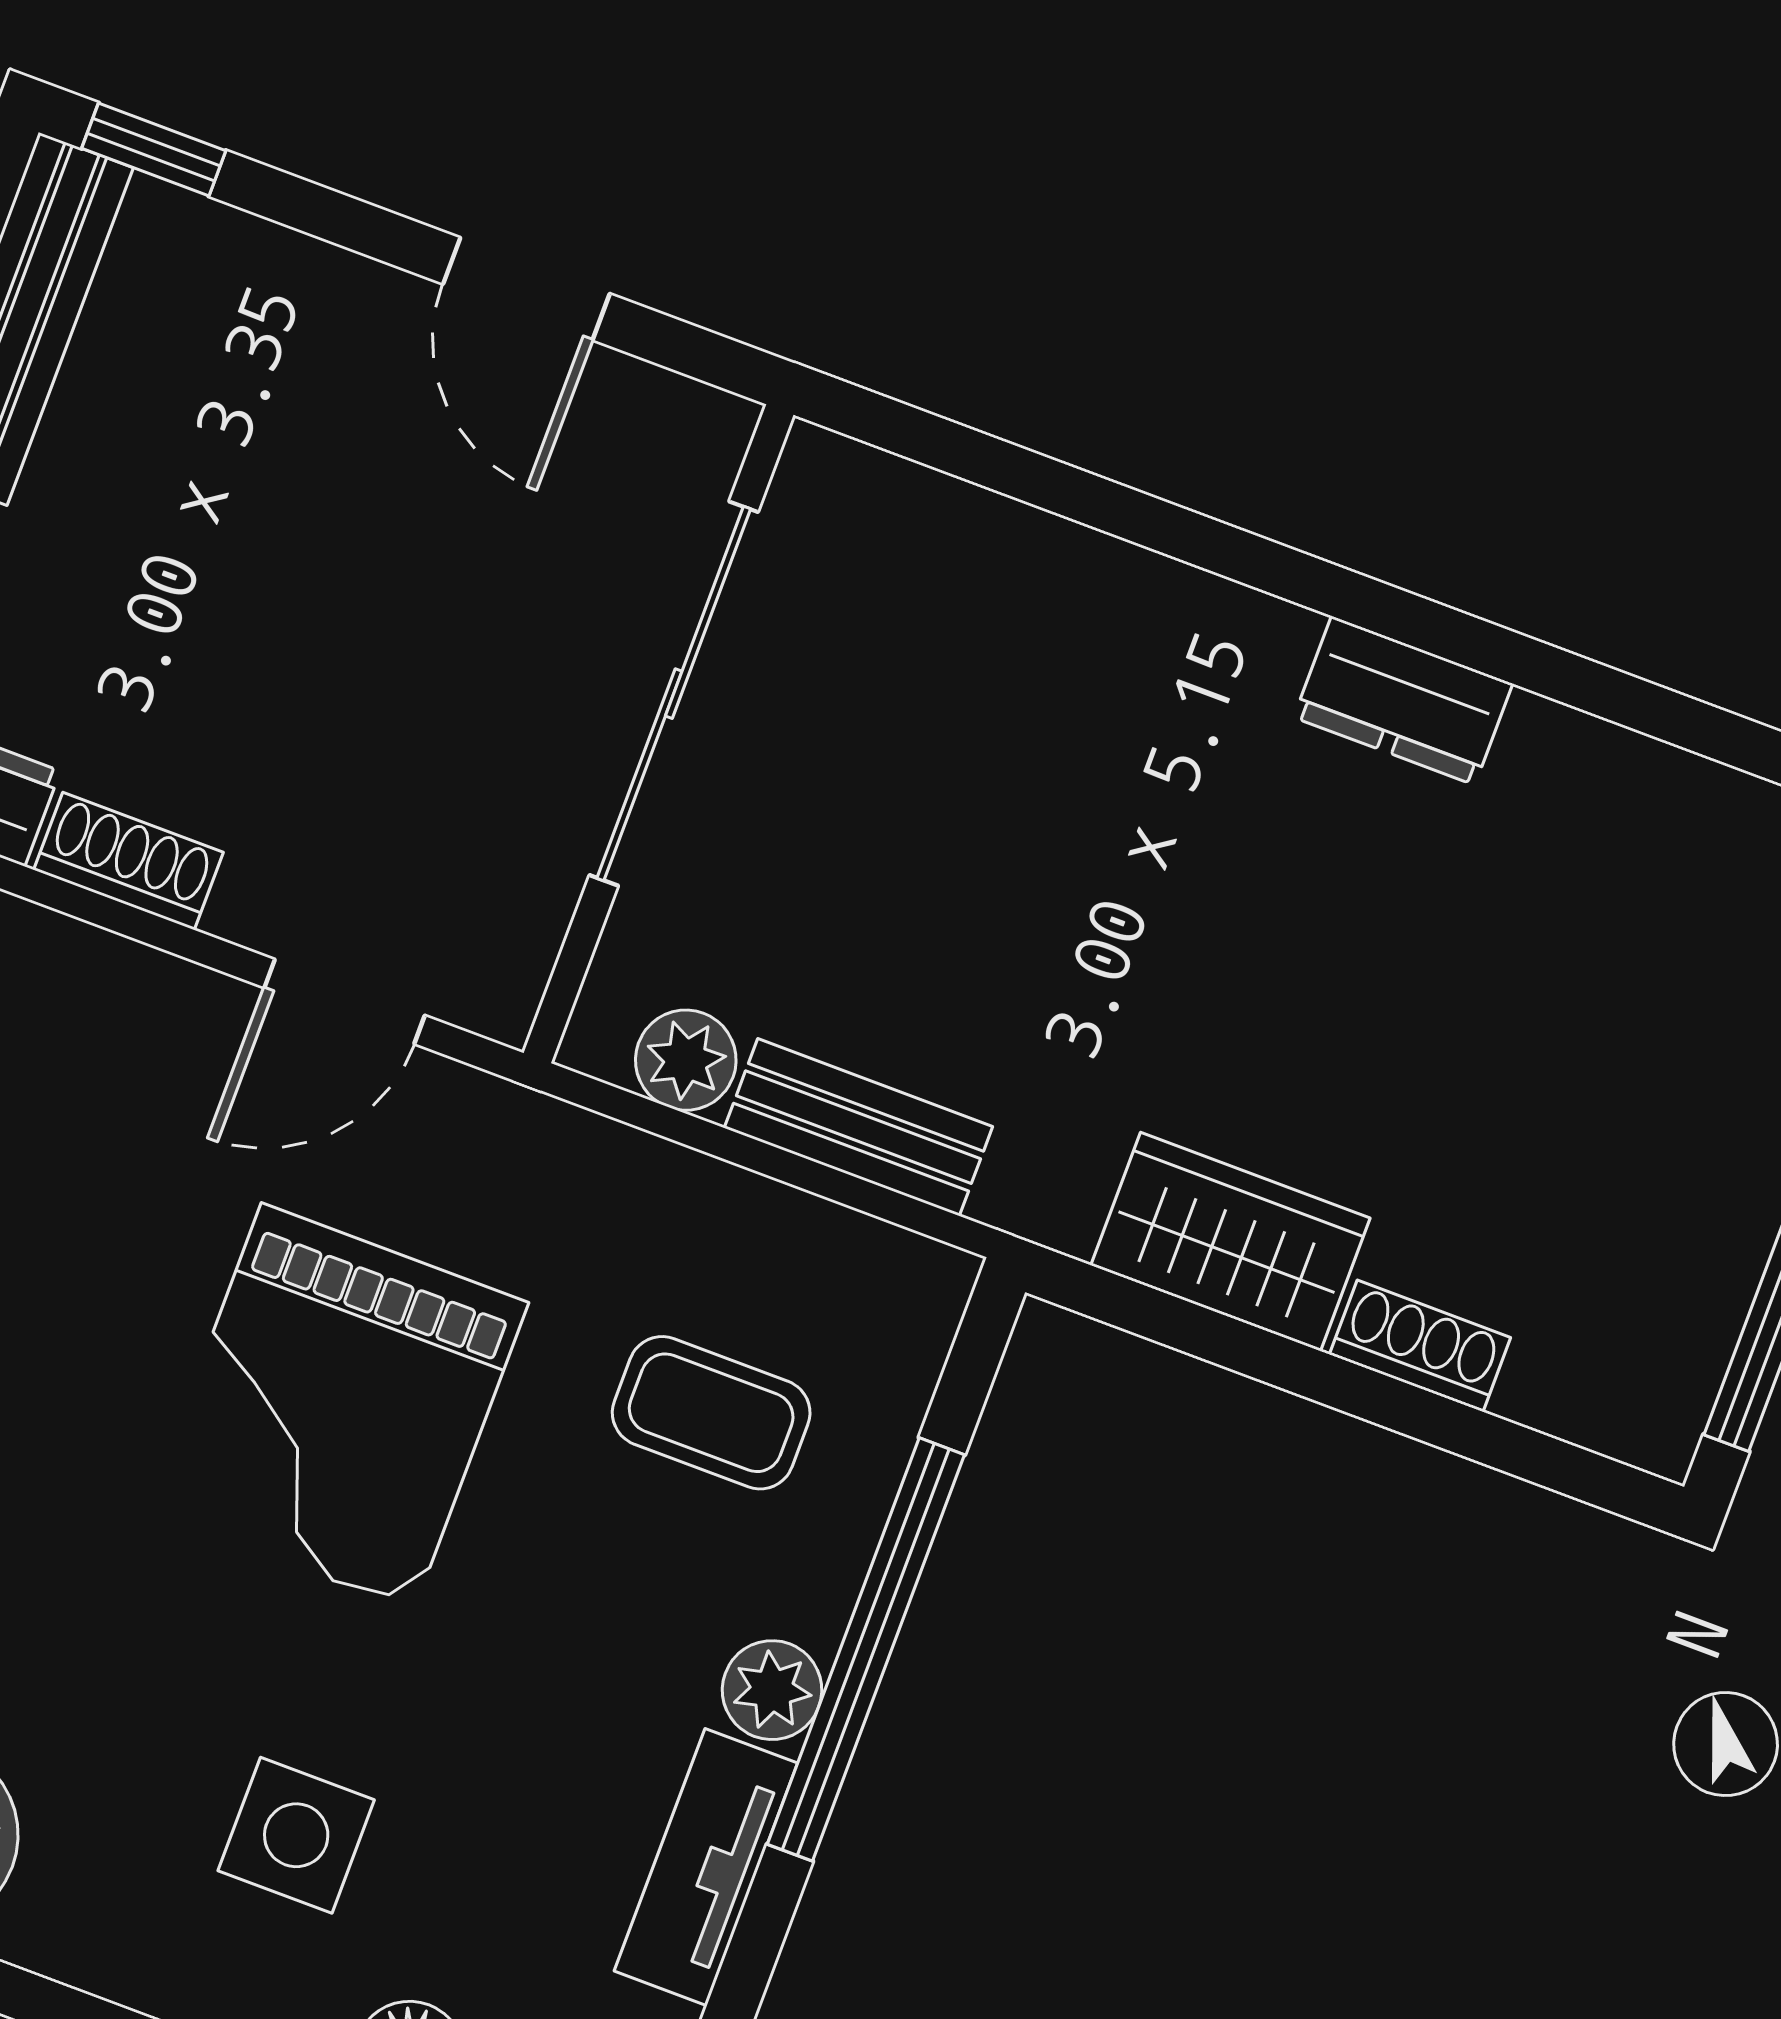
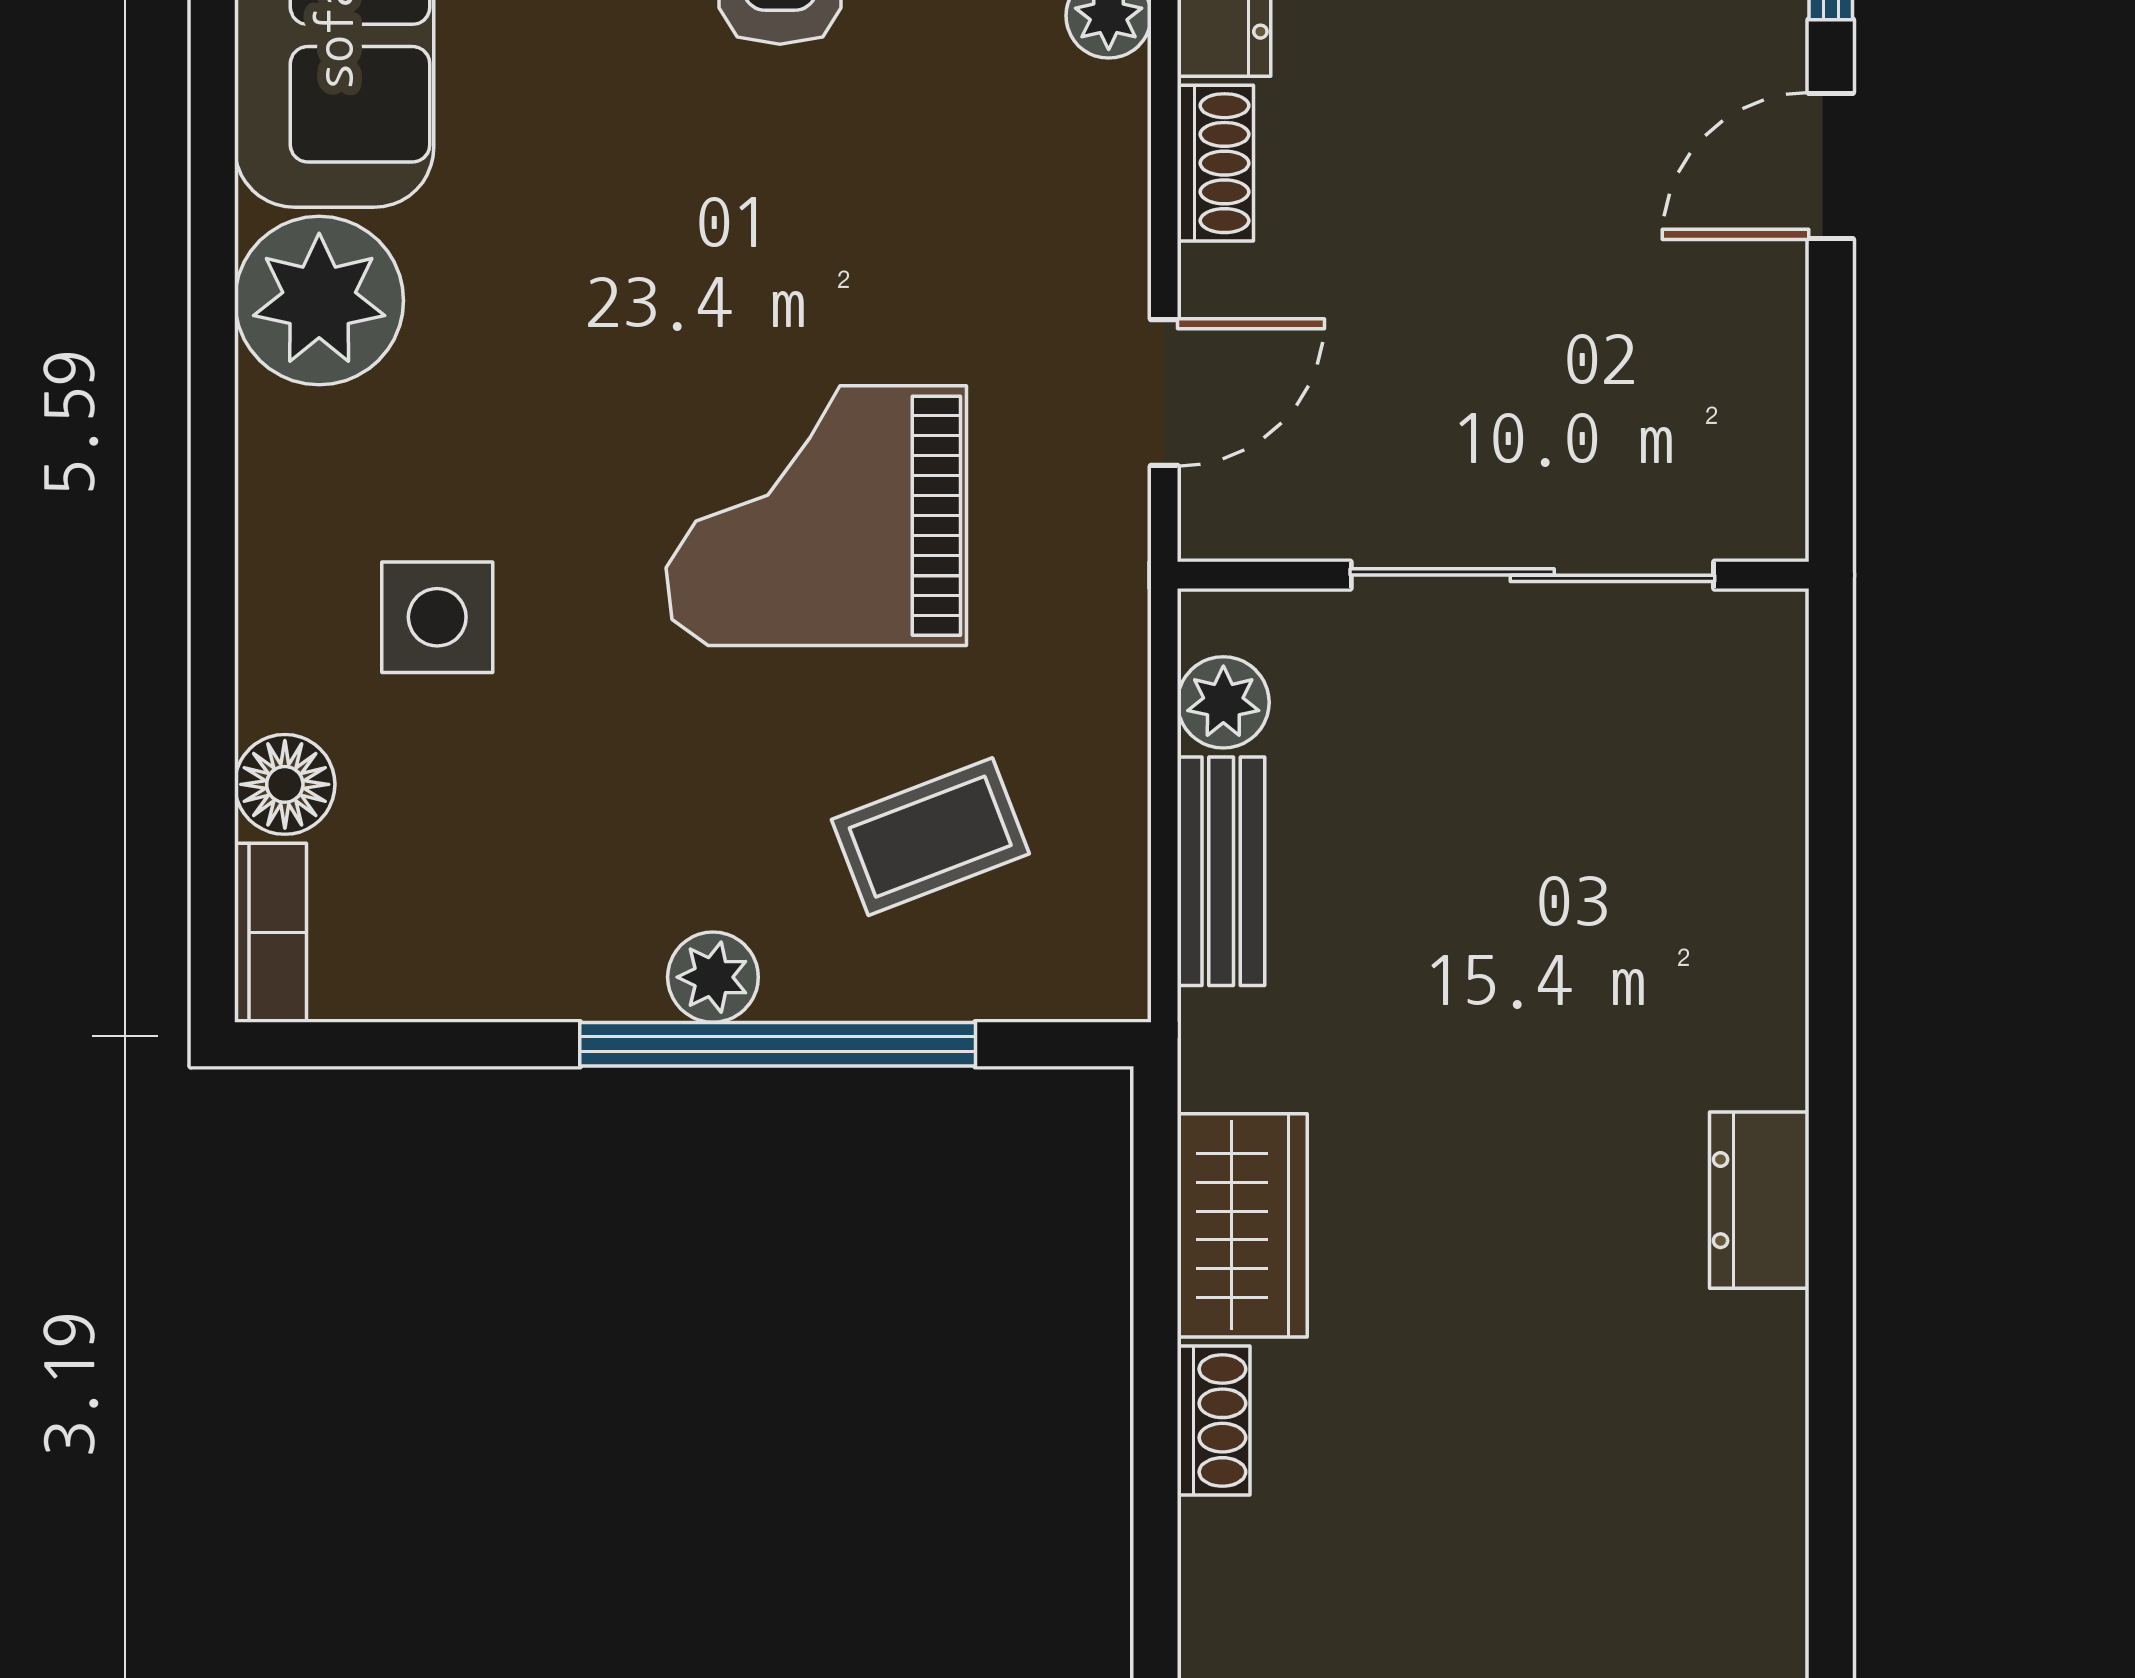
door: (526, 289) -> (1831, 166), moved
door: (345, 1002) -> (1164, 392), swing flipped
coffee table: (711, 1413) -> (930, 837), turned 69
tv unit: (706, 1867) -> (541, 977), removed

